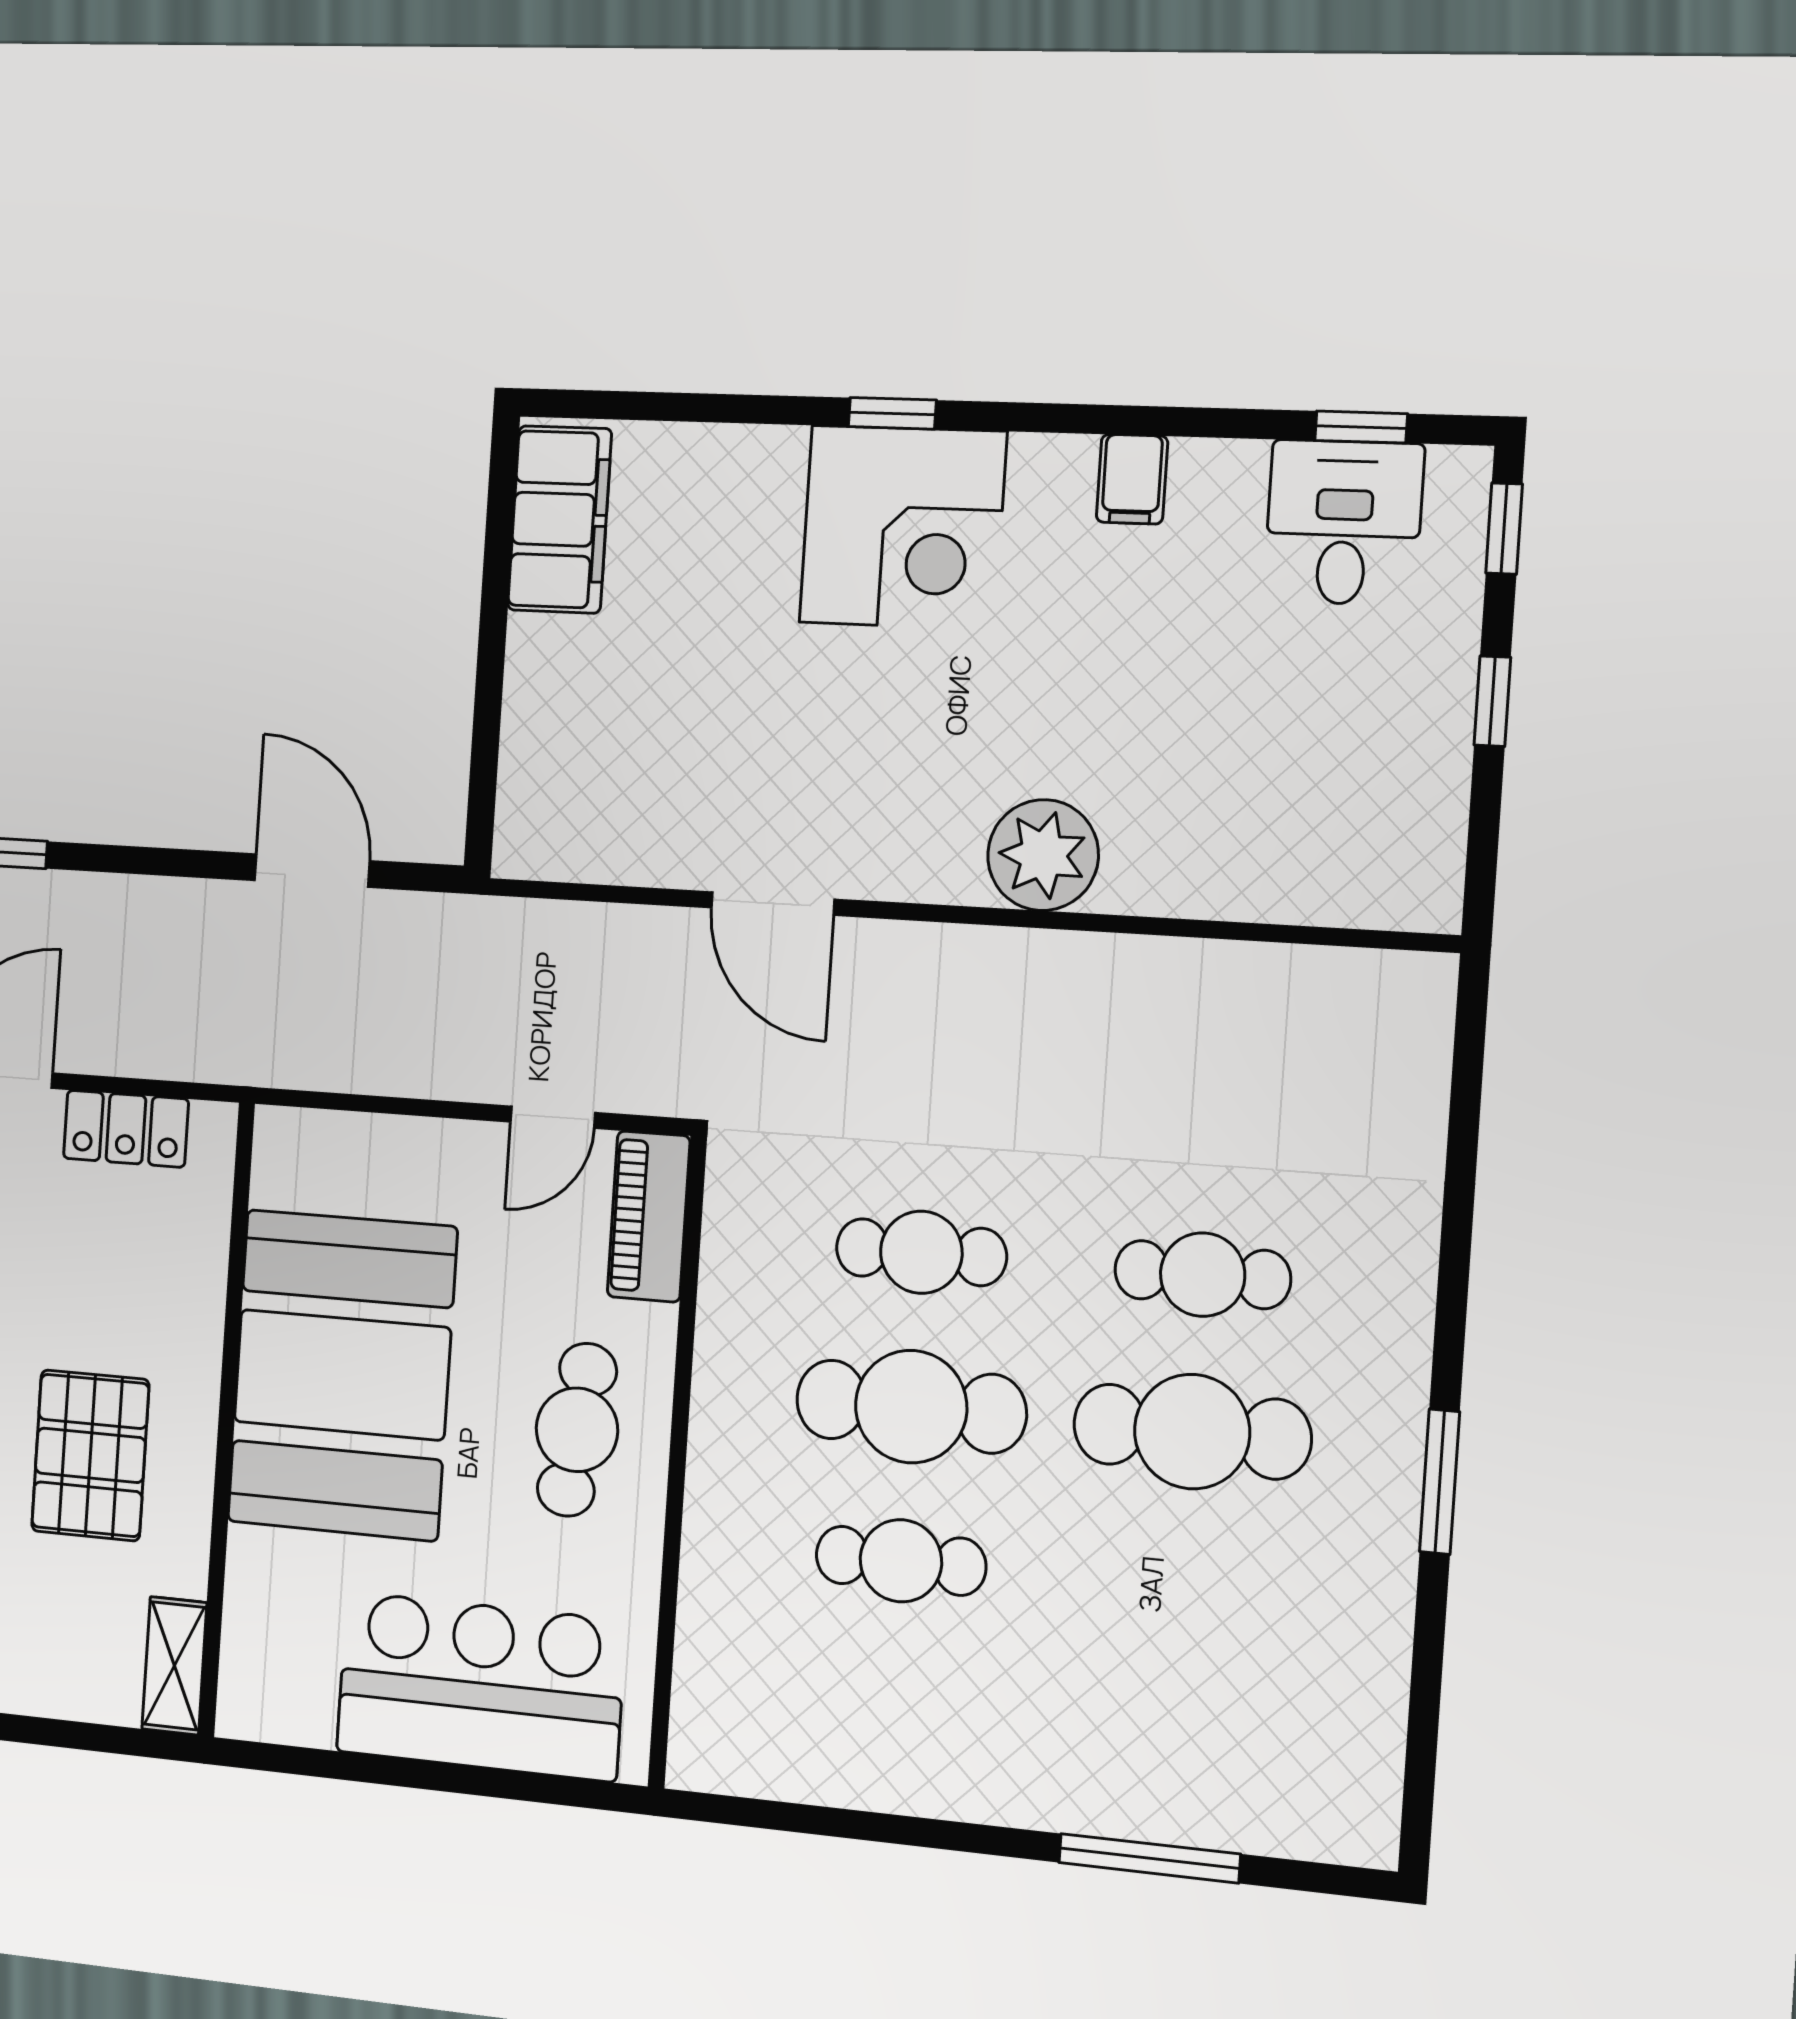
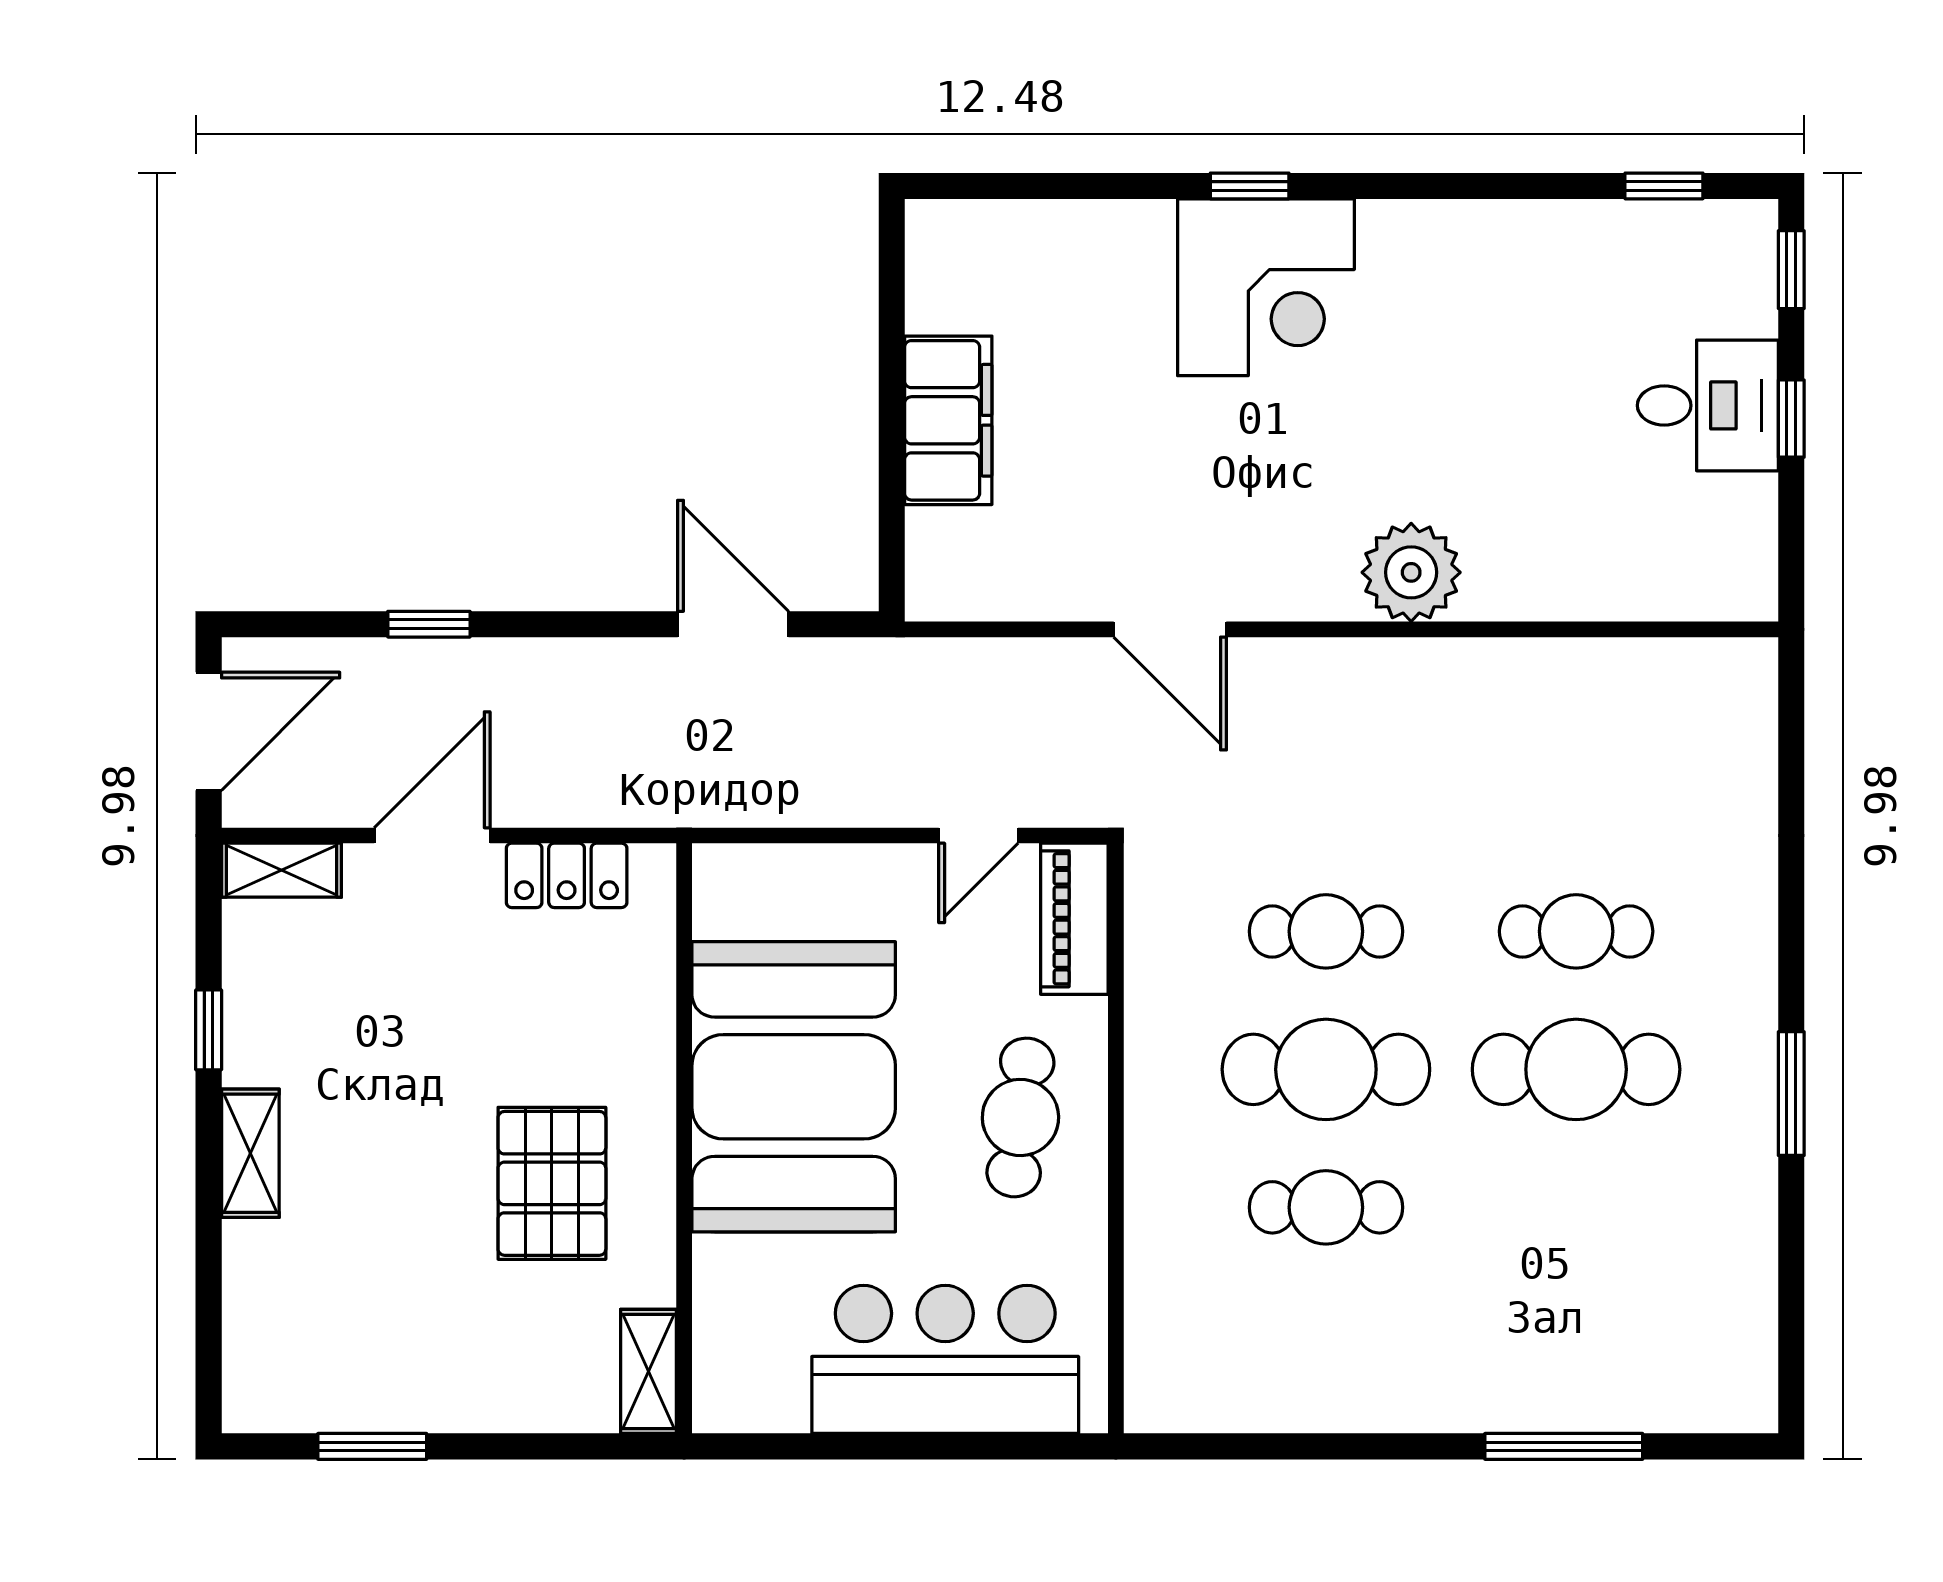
filing cabinet: (1132, 479) -> (1468, 238), removed
filing cabinet: (560, 519) -> (948, 420), moved
desk: (1344, 523) -> (1708, 405), moved, turned 90

